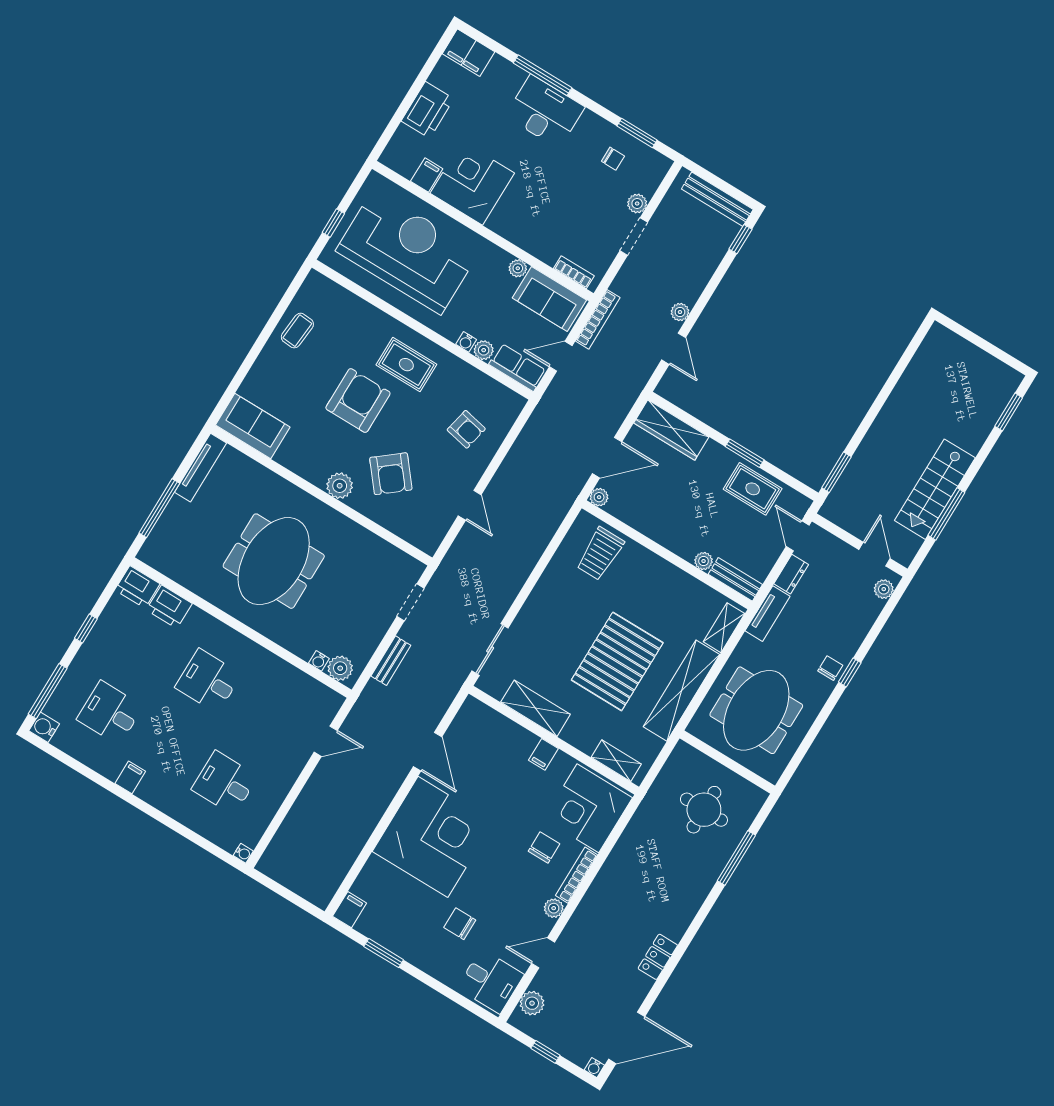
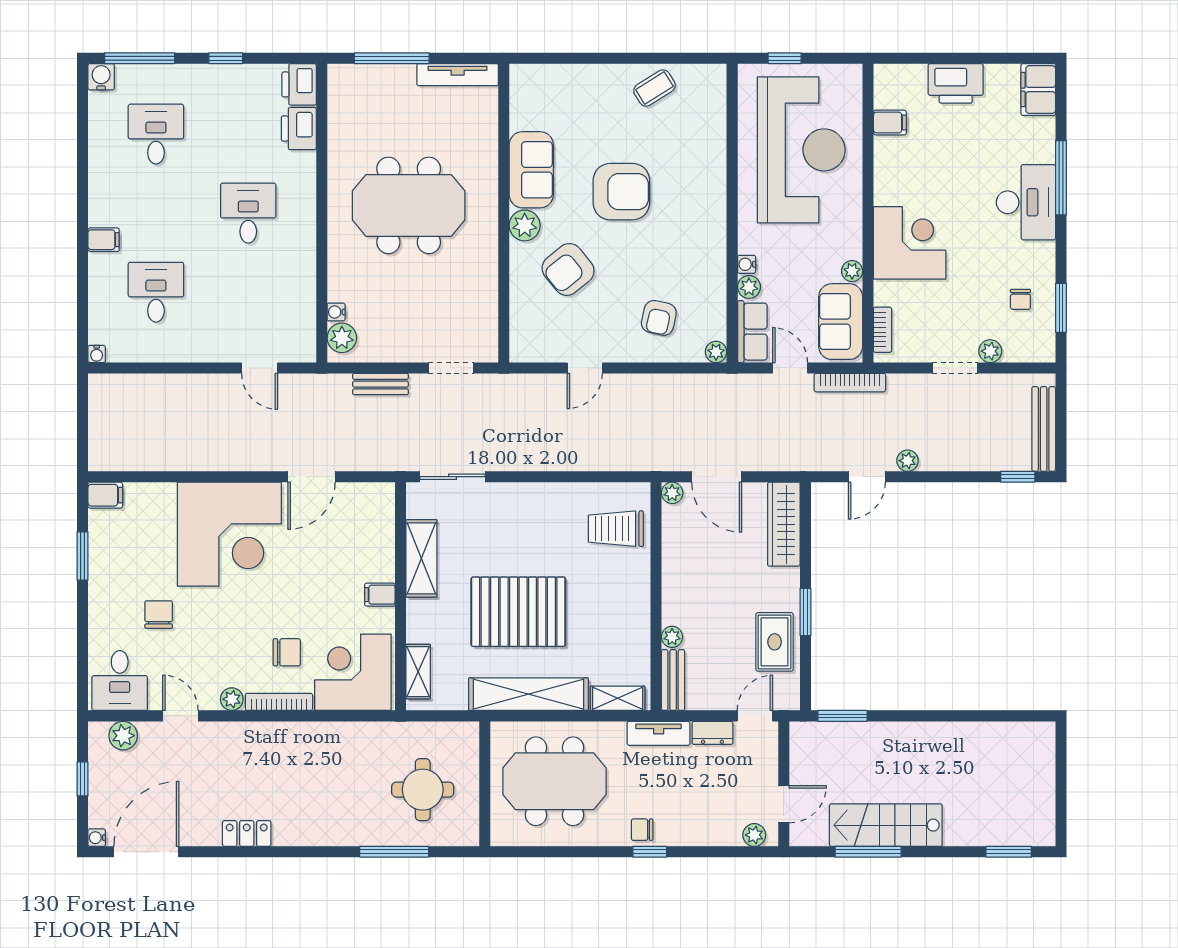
corner desk: (472, 183) -> (910, 243), moved
coffee table: (297, 331) -> (654, 88), turned -37
rug: (406, 365) -> (687, 218), removed
plant: (516, 403) -> (716, 352), added
sofa: (253, 426) -> (531, 170), moved
chair: (830, 668) -> (642, 830), turned 180
filing cabinet: (130, 777) -> (104, 240), moved
door: (627, 1038) -> (146, 852), swing flipped

